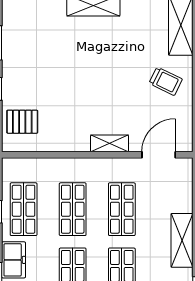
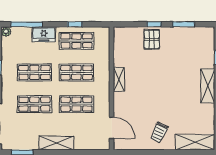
pallet: (22, 122) -> (152, 39), moved
shelving: (110, 143) -> (119, 79), moved

